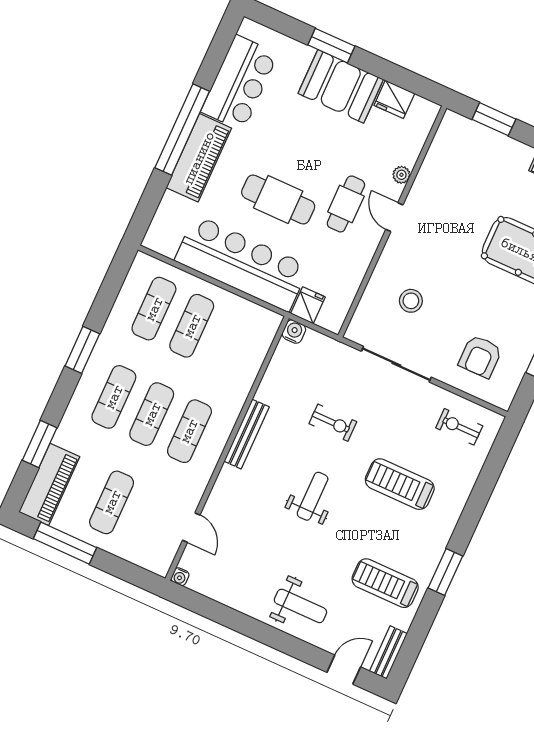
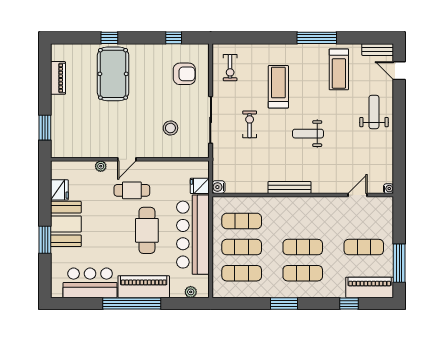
plant: (160, 222) -> (191, 292), added
exercise bike: (333, 423) -> (250, 124), moved
exercise mat: (189, 431) -> (242, 221), moved
window: (40, 444) -> (349, 304), width x0.67
treadmill: (400, 484) -> (278, 87), turned 180
window: (445, 572) -> (317, 38), width x1.44

